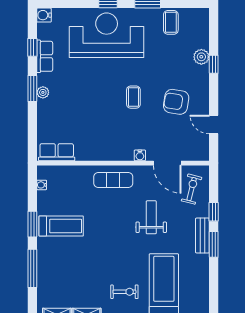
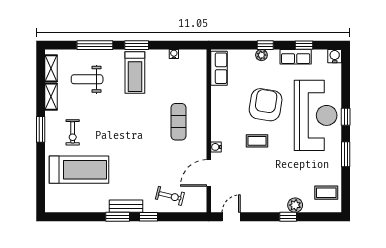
coffee table: (171, 22) -> (326, 193), moved
window: (32, 88) -> (265, 45), width x0.67
armchair: (176, 102) -> (266, 105), moved, width x1.36, depth x1.36
row of seats: (57, 152) -> (219, 68), moved
water cooler: (140, 155) -> (216, 147), moved
wall: (123, 163) -> (209, 131), moved
door: (167, 163) -> (209, 173), moved
weight bench: (151, 217) -> (87, 79), moved, turned 180

